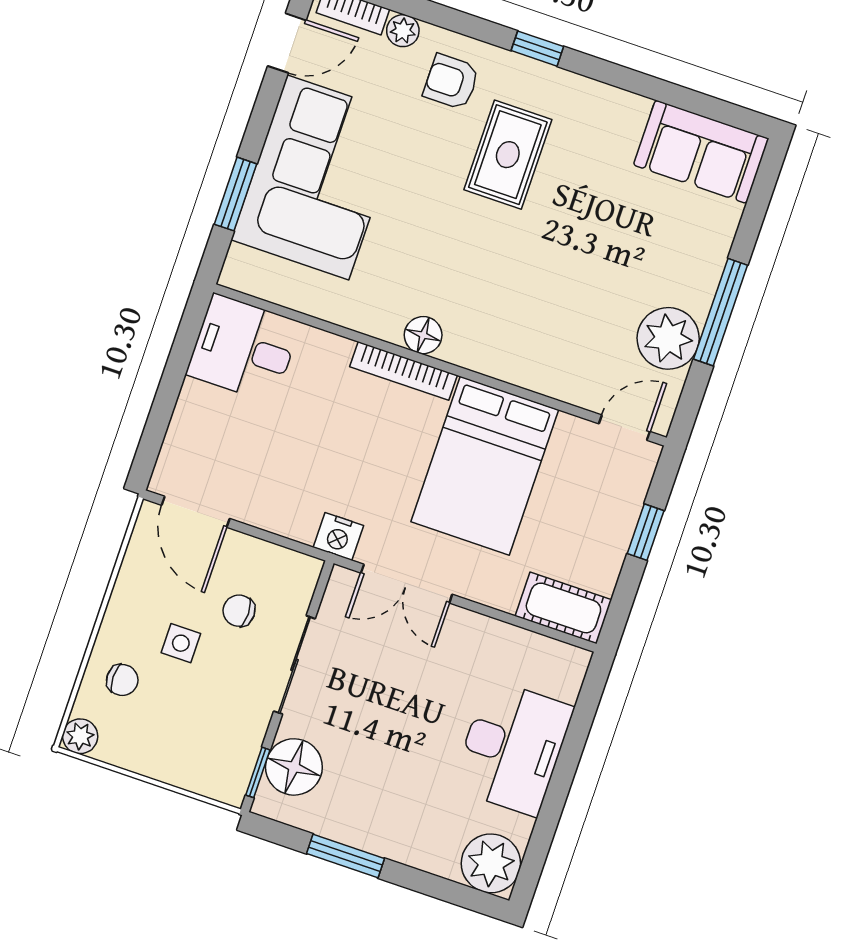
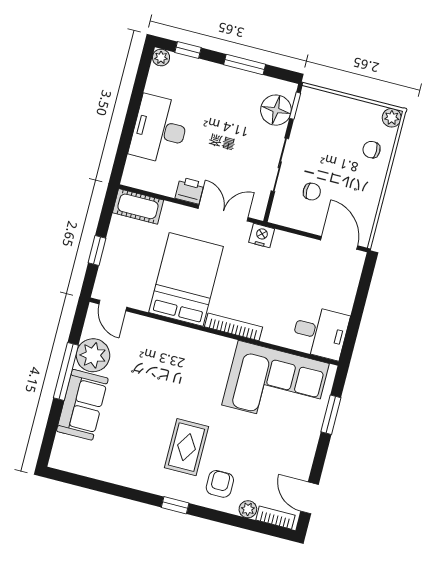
door: (287, 43) -> (310, 498), hinge flipped
armchair: (451, 82) -> (220, 484), turned -90
sofa: (701, 152) -> (82, 405), moved, turned 90
corner sofa: (318, 177) -> (276, 384), moved, turned -90
floor lamp: (423, 335) -> (224, 347), removed
door: (624, 428) -> (113, 306), hinge flipped
printer: (465, 630) -> (190, 191), added
side table: (181, 643) -> (342, 172), removed
plant: (491, 863) -> (161, 58), width x0.53, depth x0.53
window: (448, 891) -> (188, 50), added

